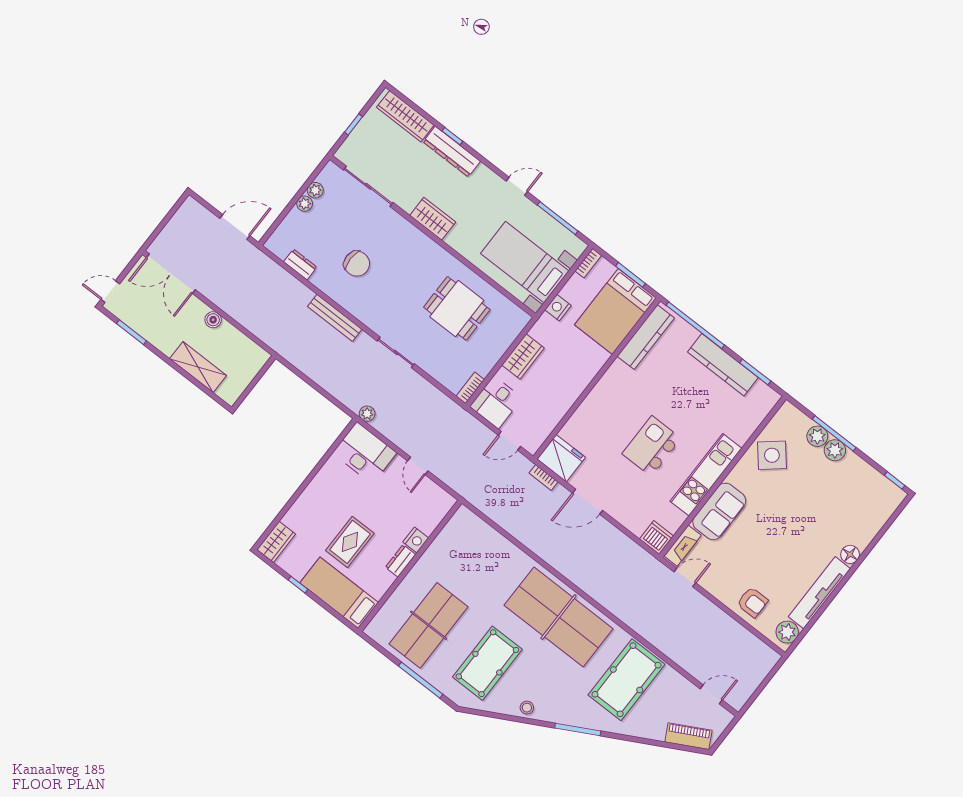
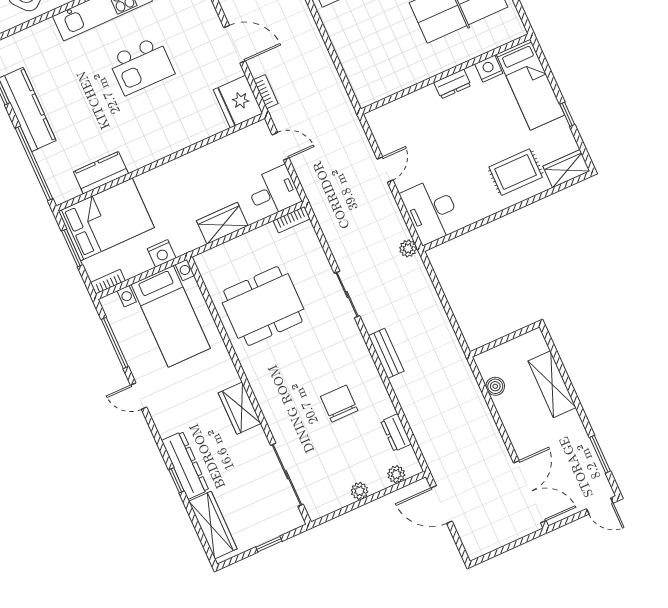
plant: (315, 190) -> (396, 474), moved
dining table: (457, 308) -> (263, 306), width x1.38
bench: (335, 318) -> (386, 353), width x0.73
boiler: (213, 320) -> (495, 386), moved
kitchen counter: (646, 337) -> (101, 173), width x0.67
nightstand: (416, 540) -> (489, 69), moved
rug: (350, 542) -> (516, 172), moved

